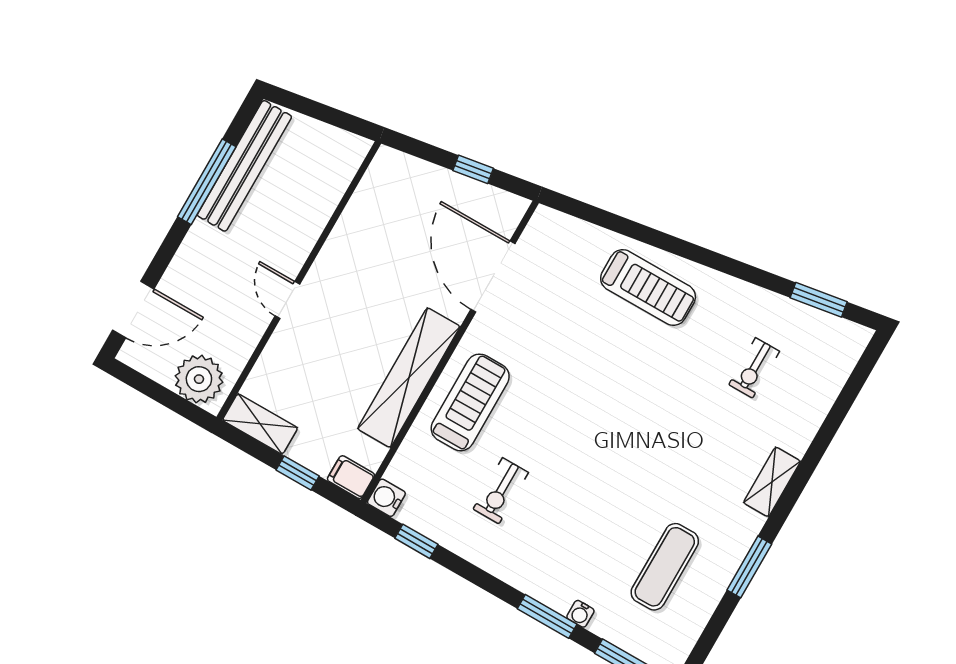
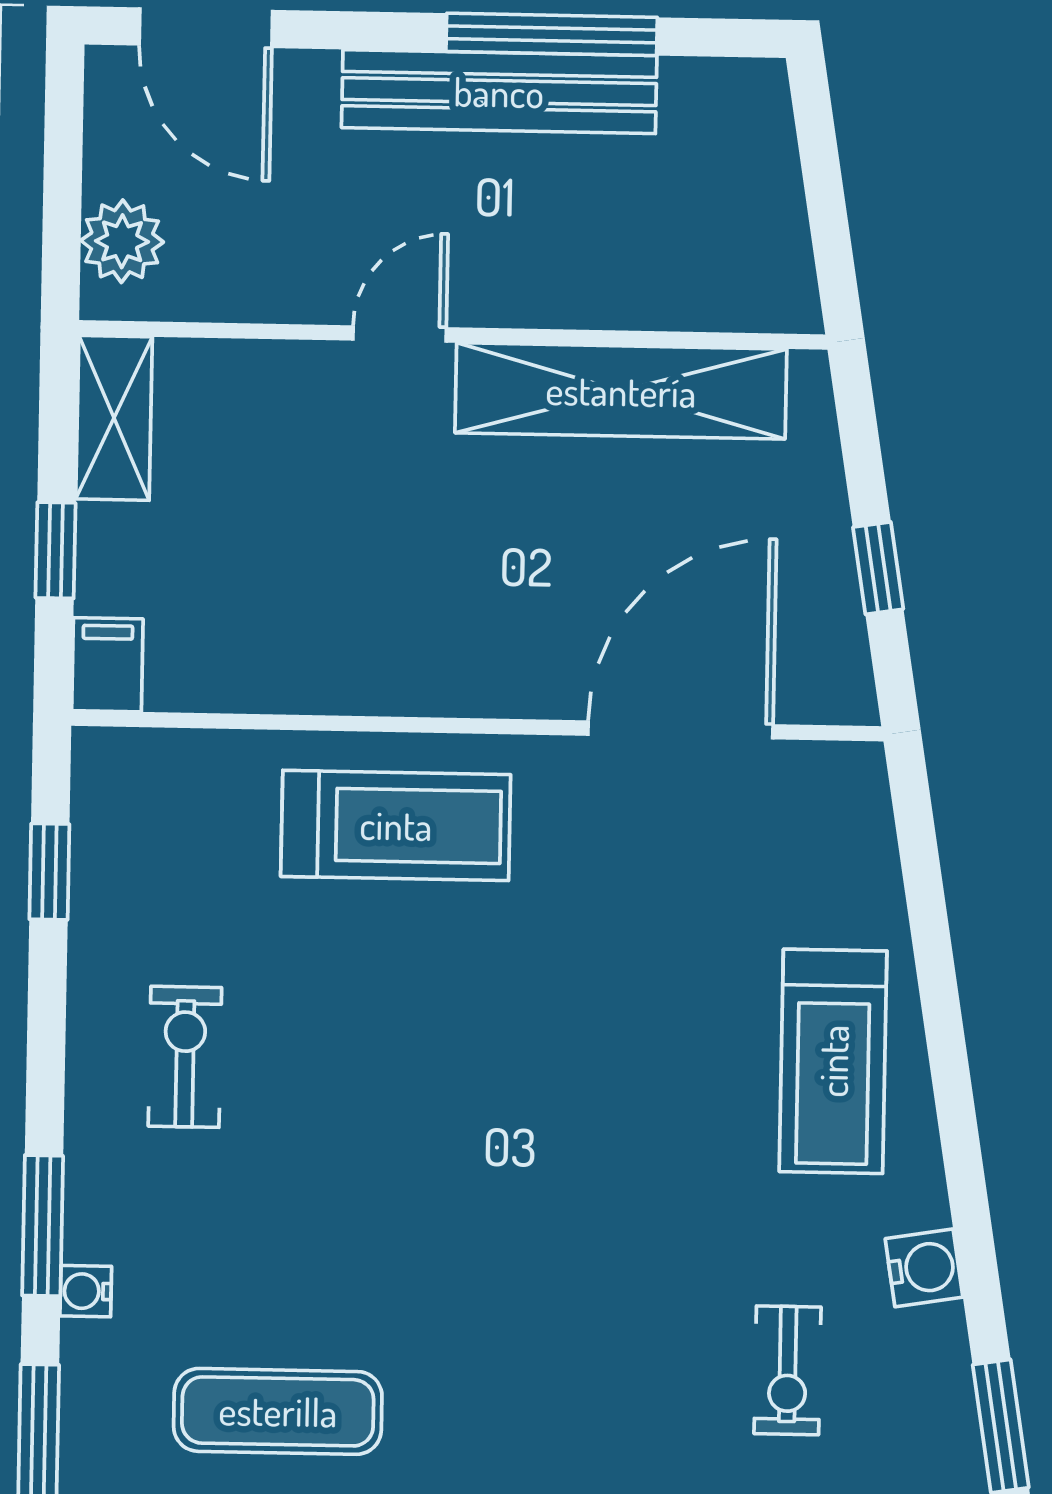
bench: (244, 166) -> (499, 92), moved
exercise bike: (754, 368) -> (788, 1370), turned -90
shelving: (409, 378) -> (621, 391), moved
plant: (199, 379) -> (122, 241), width x0.73, depth x0.73
exercise bike: (501, 491) -> (185, 1057), moved, turned 90
water cooler: (386, 498) -> (924, 1268), moved, turned 81

